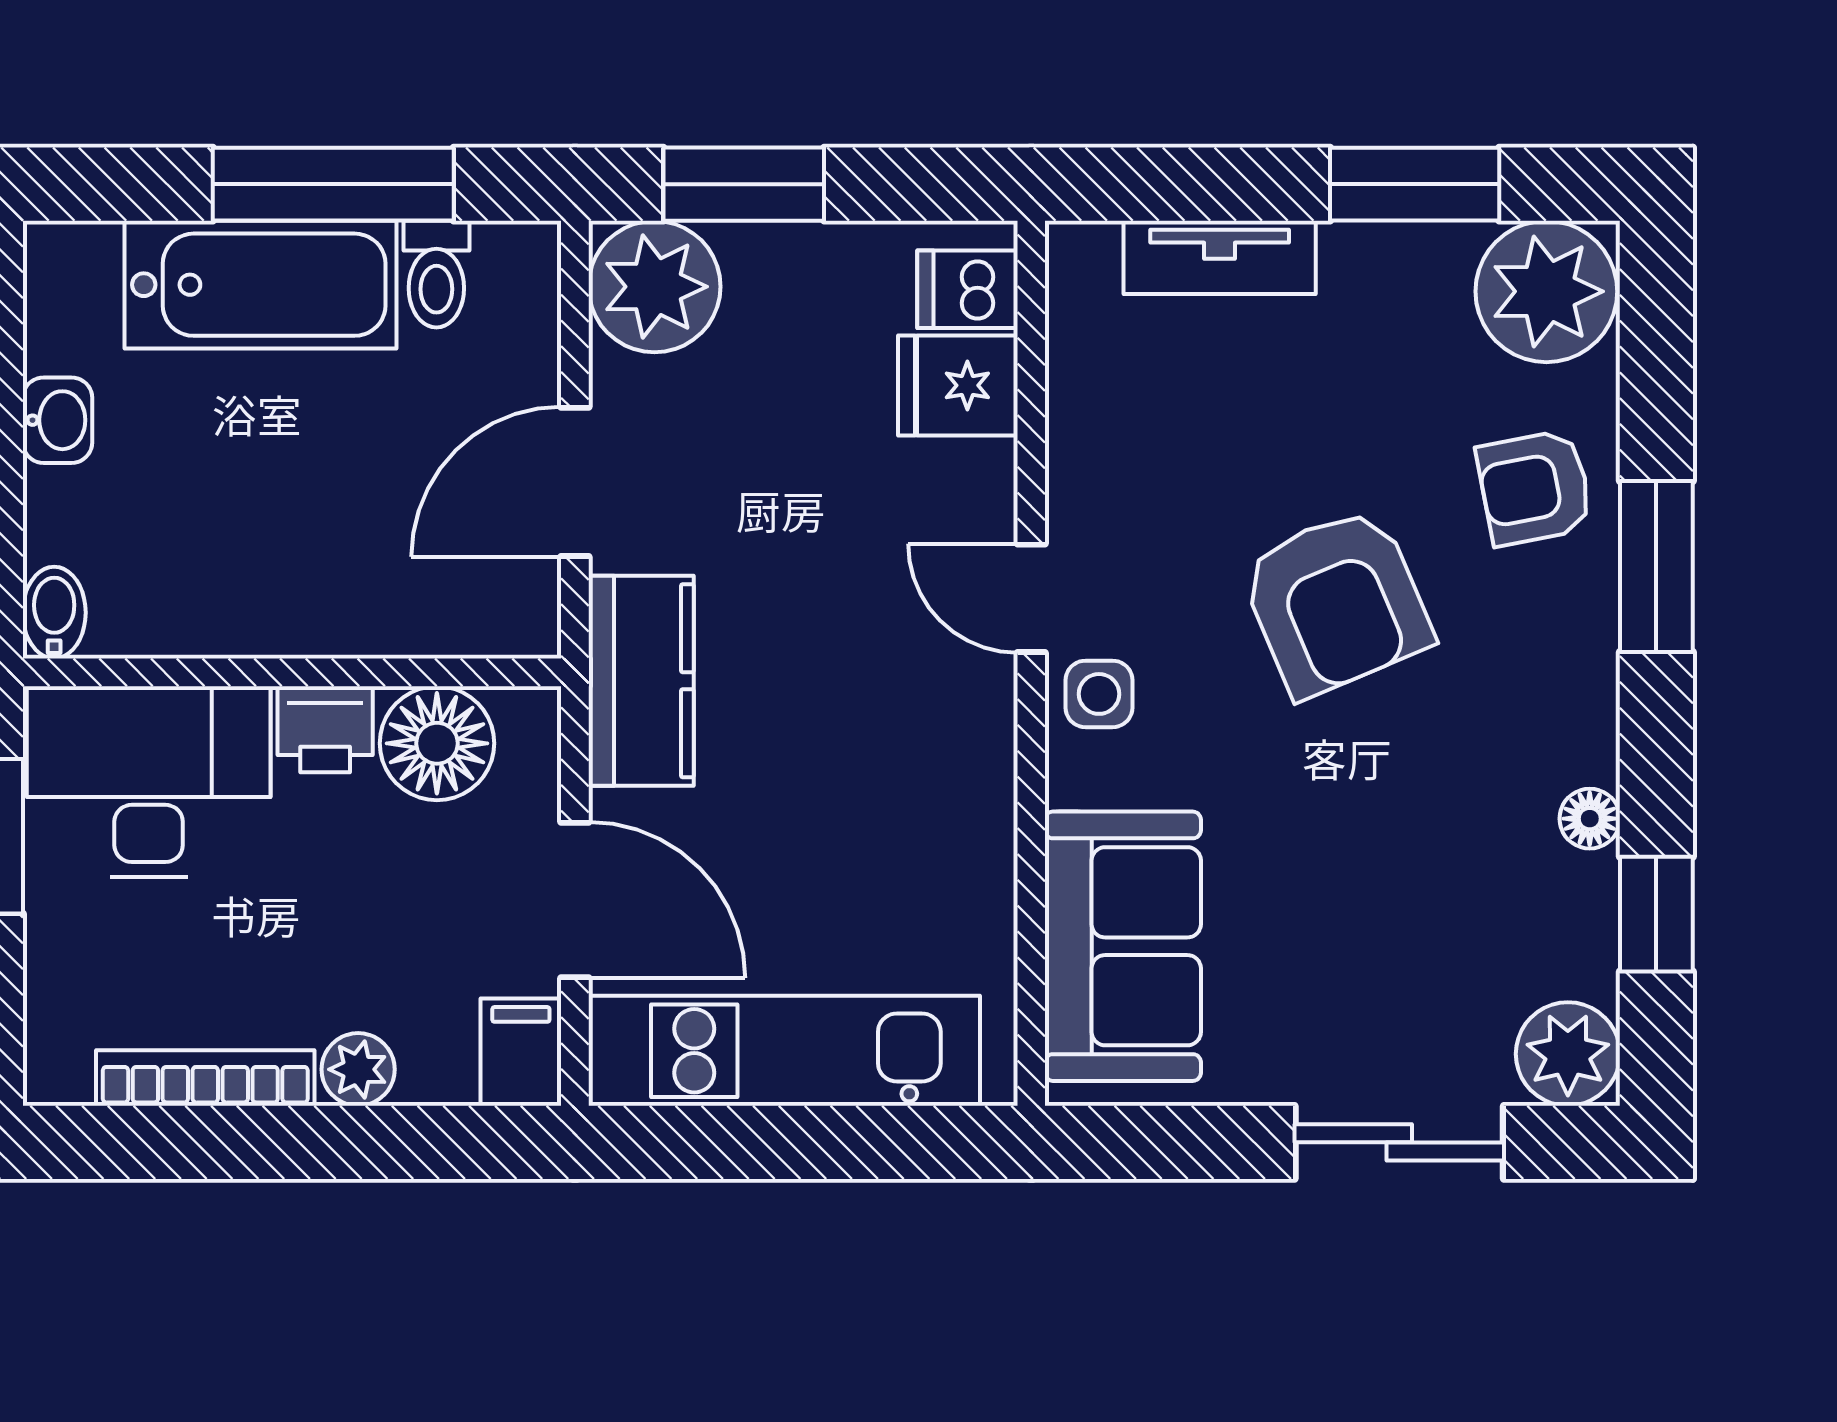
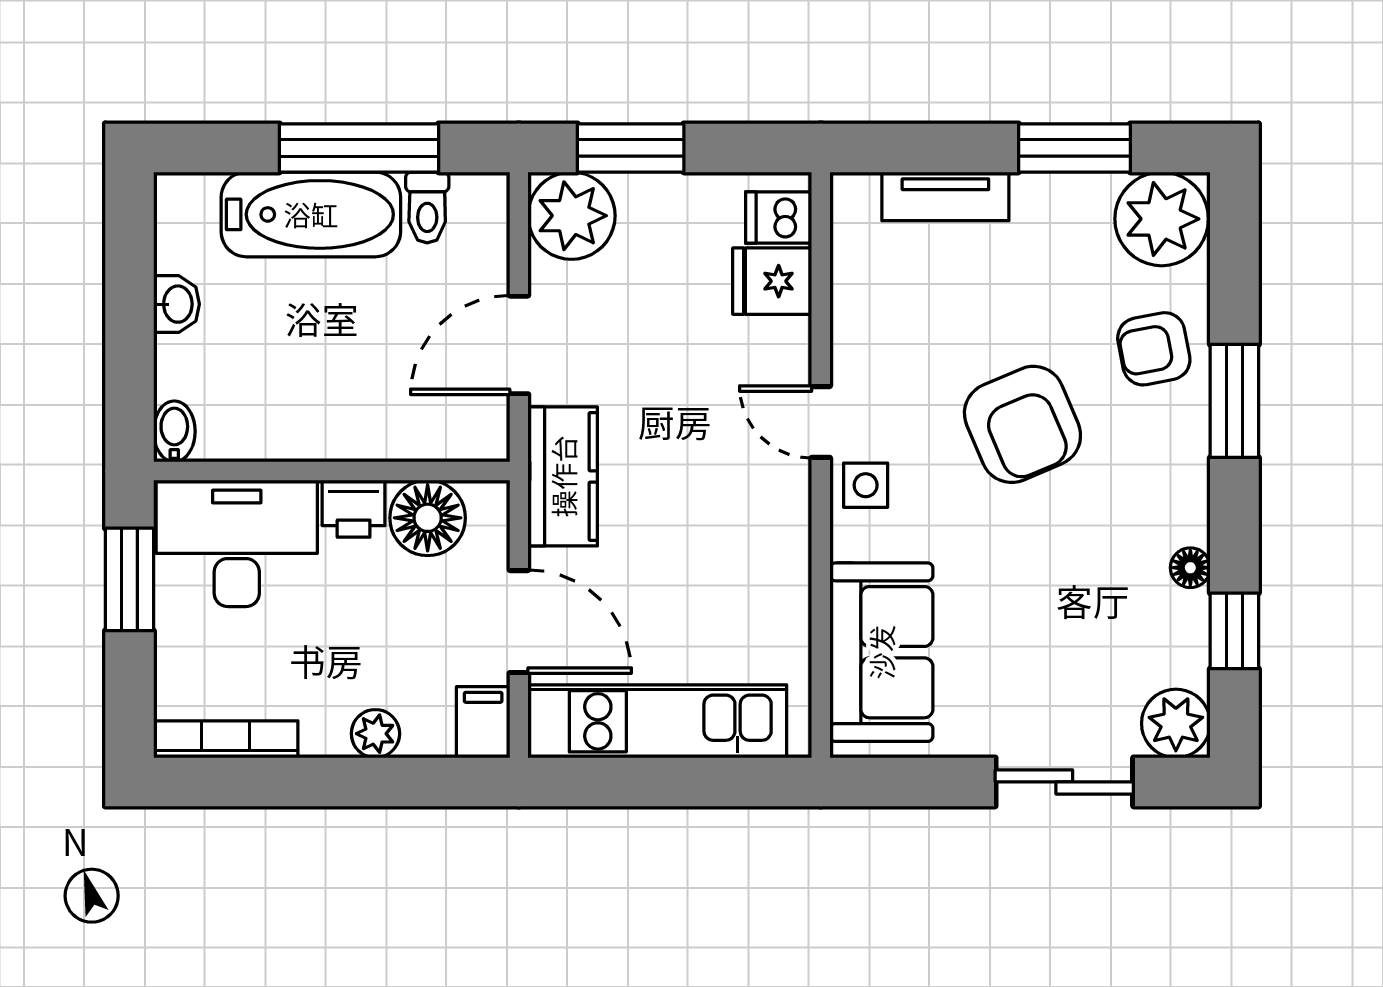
bookcase: (205, 1078) -> (226, 739), moved

